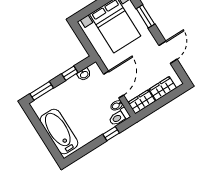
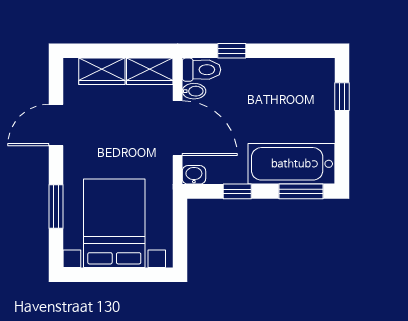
washbasin: (84, 74) -> (194, 175), moved
door: (114, 85) -> (178, 128), swing flipped
bathtub: (59, 131) -> (291, 164), moved, turned 90
window: (50, 144) -> (342, 97), added

